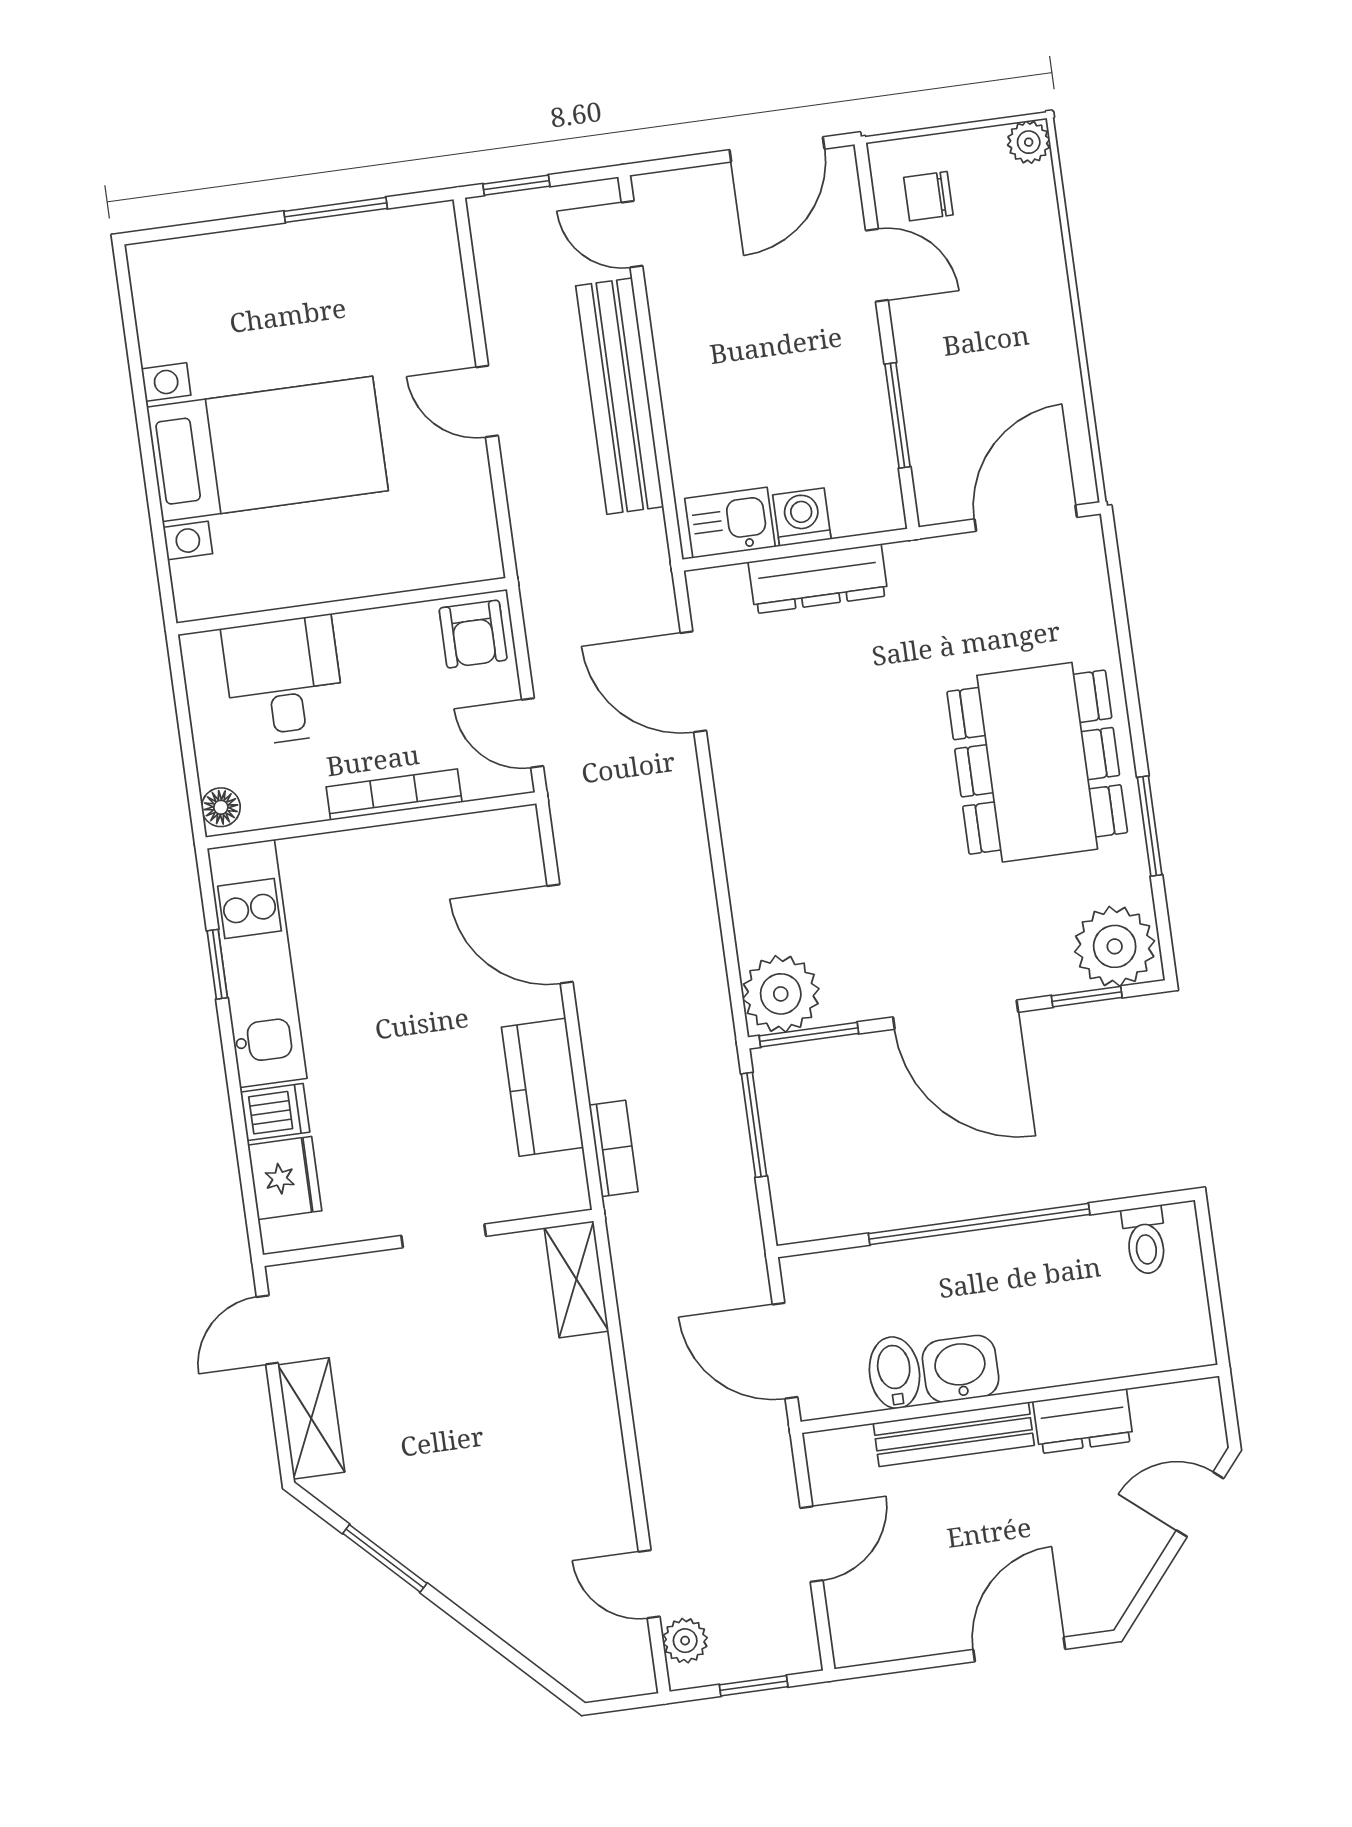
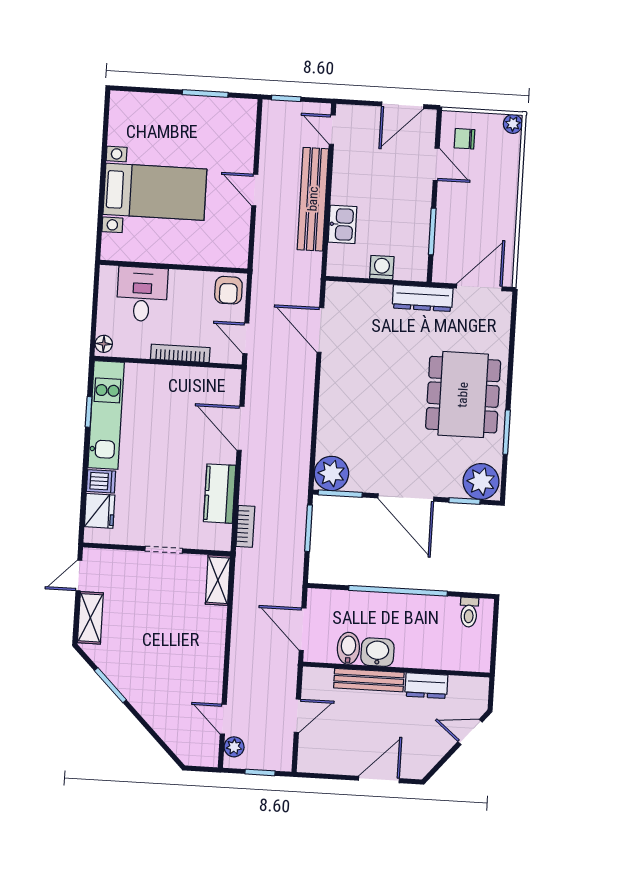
kitchen sink: (730, 523) -> (342, 224), moved, turned 90
dresser: (818, 579) -> (423, 298), moved

